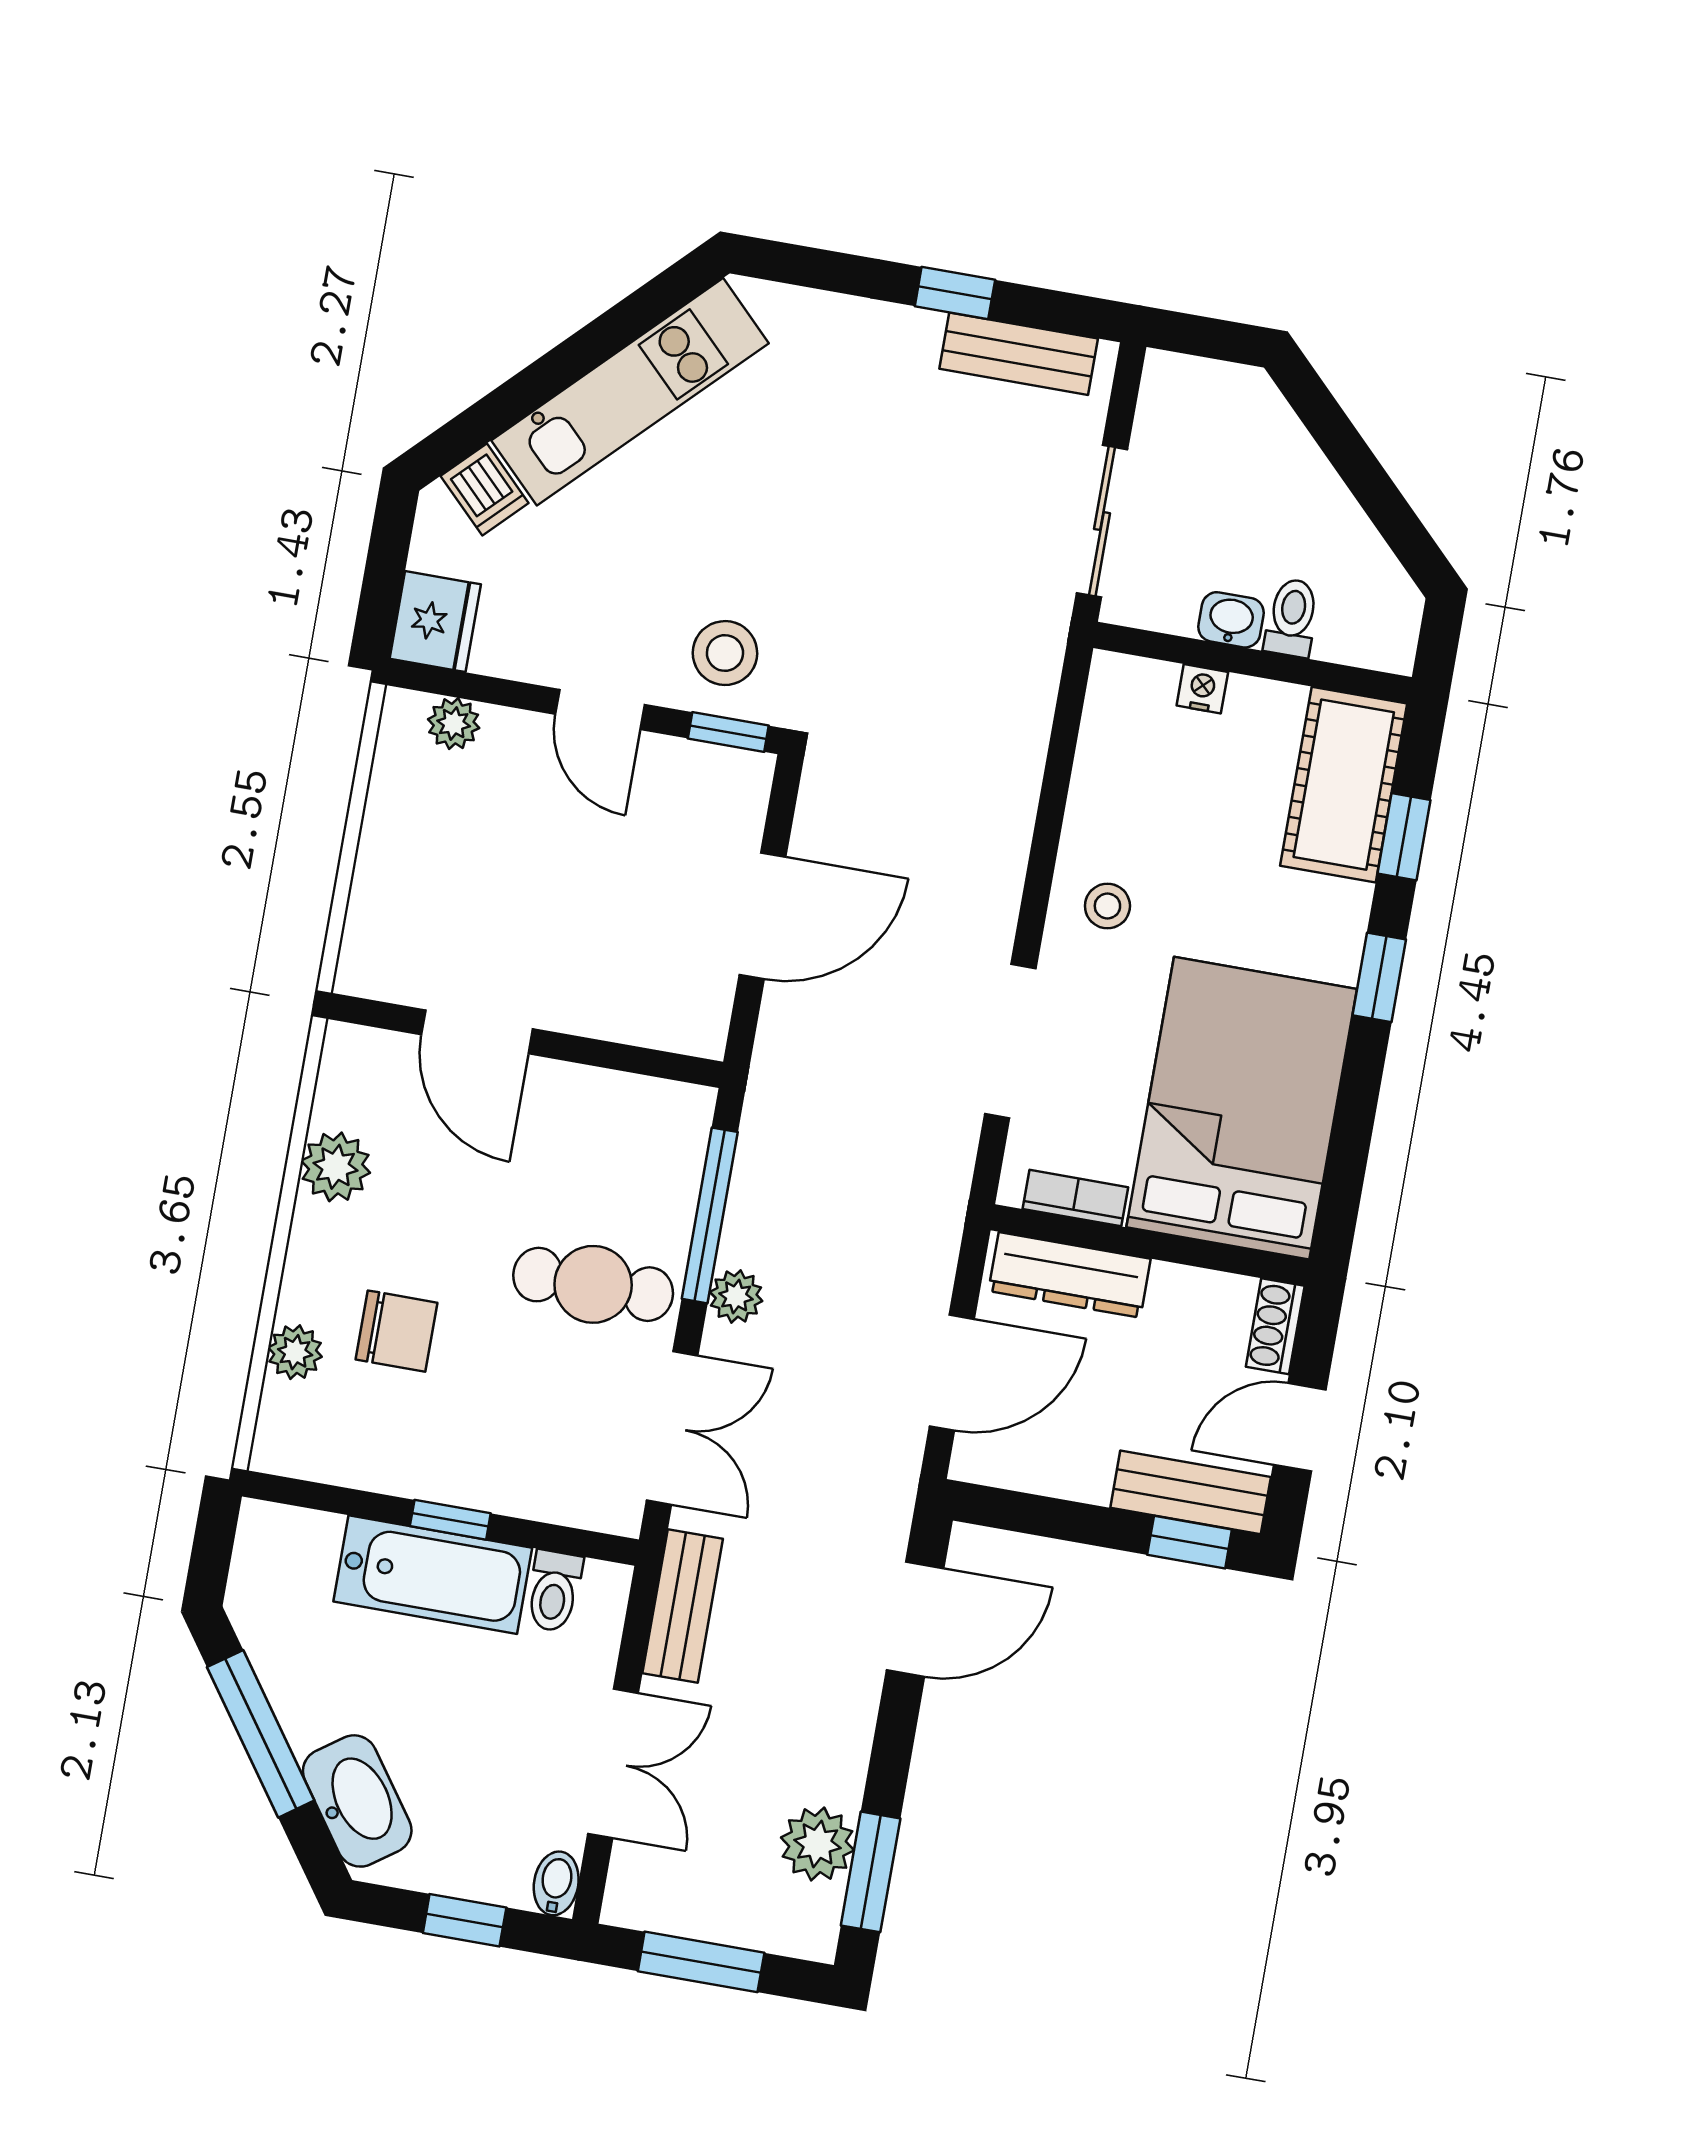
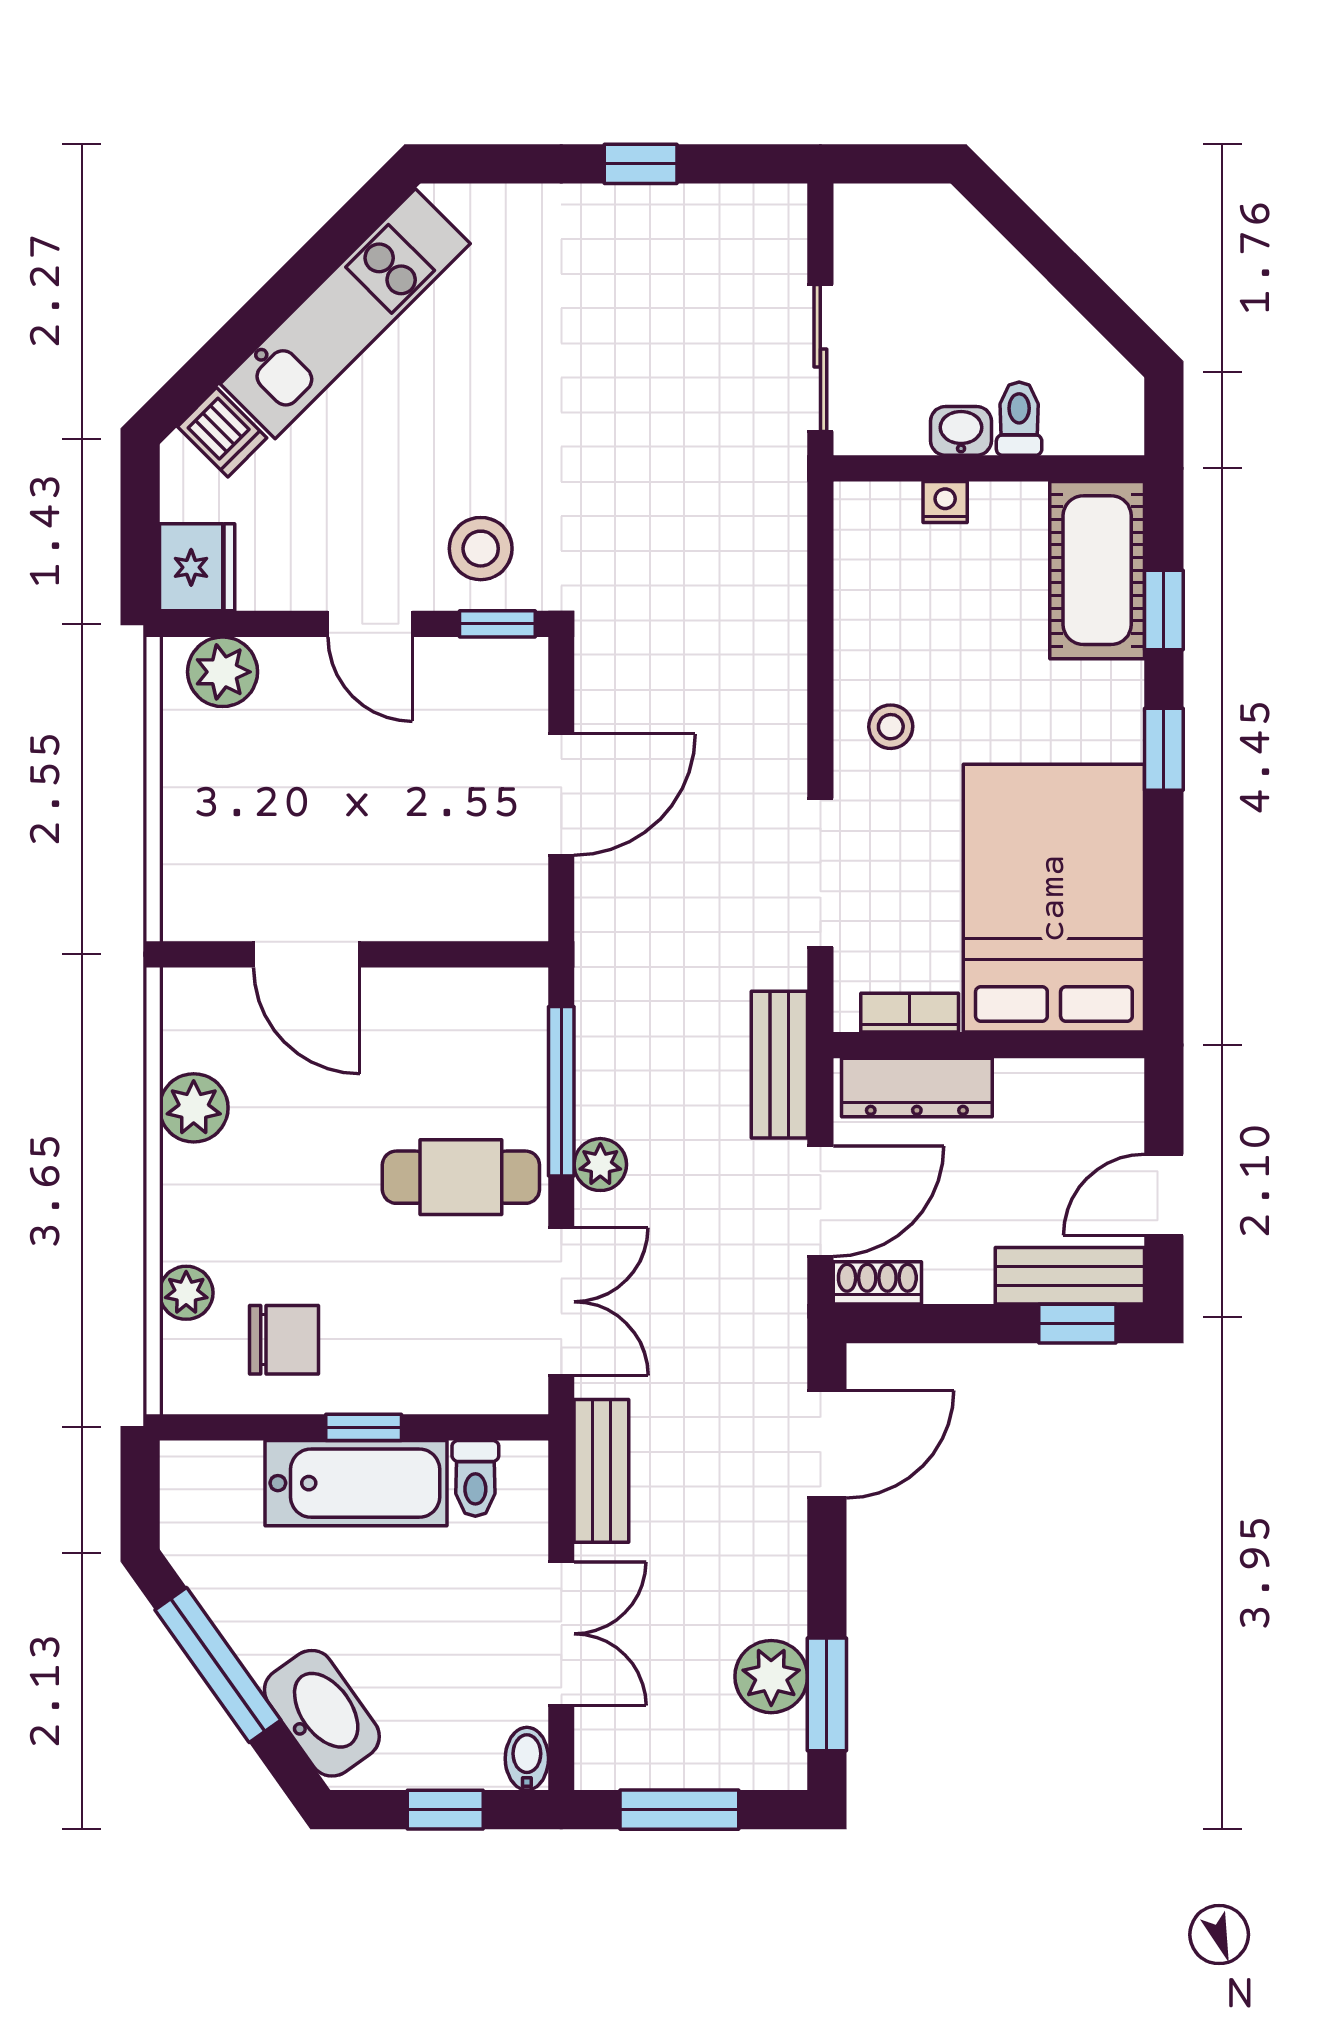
bench: (1019, 354) -> (779, 1065), moved, turned 90
plant: (454, 724) -> (223, 672), width x1.38, depth x1.38
shoe rack: (1275, 1326) -> (877, 1283), moved, turned 90
chair: (396, 1331) -> (284, 1340), moved

